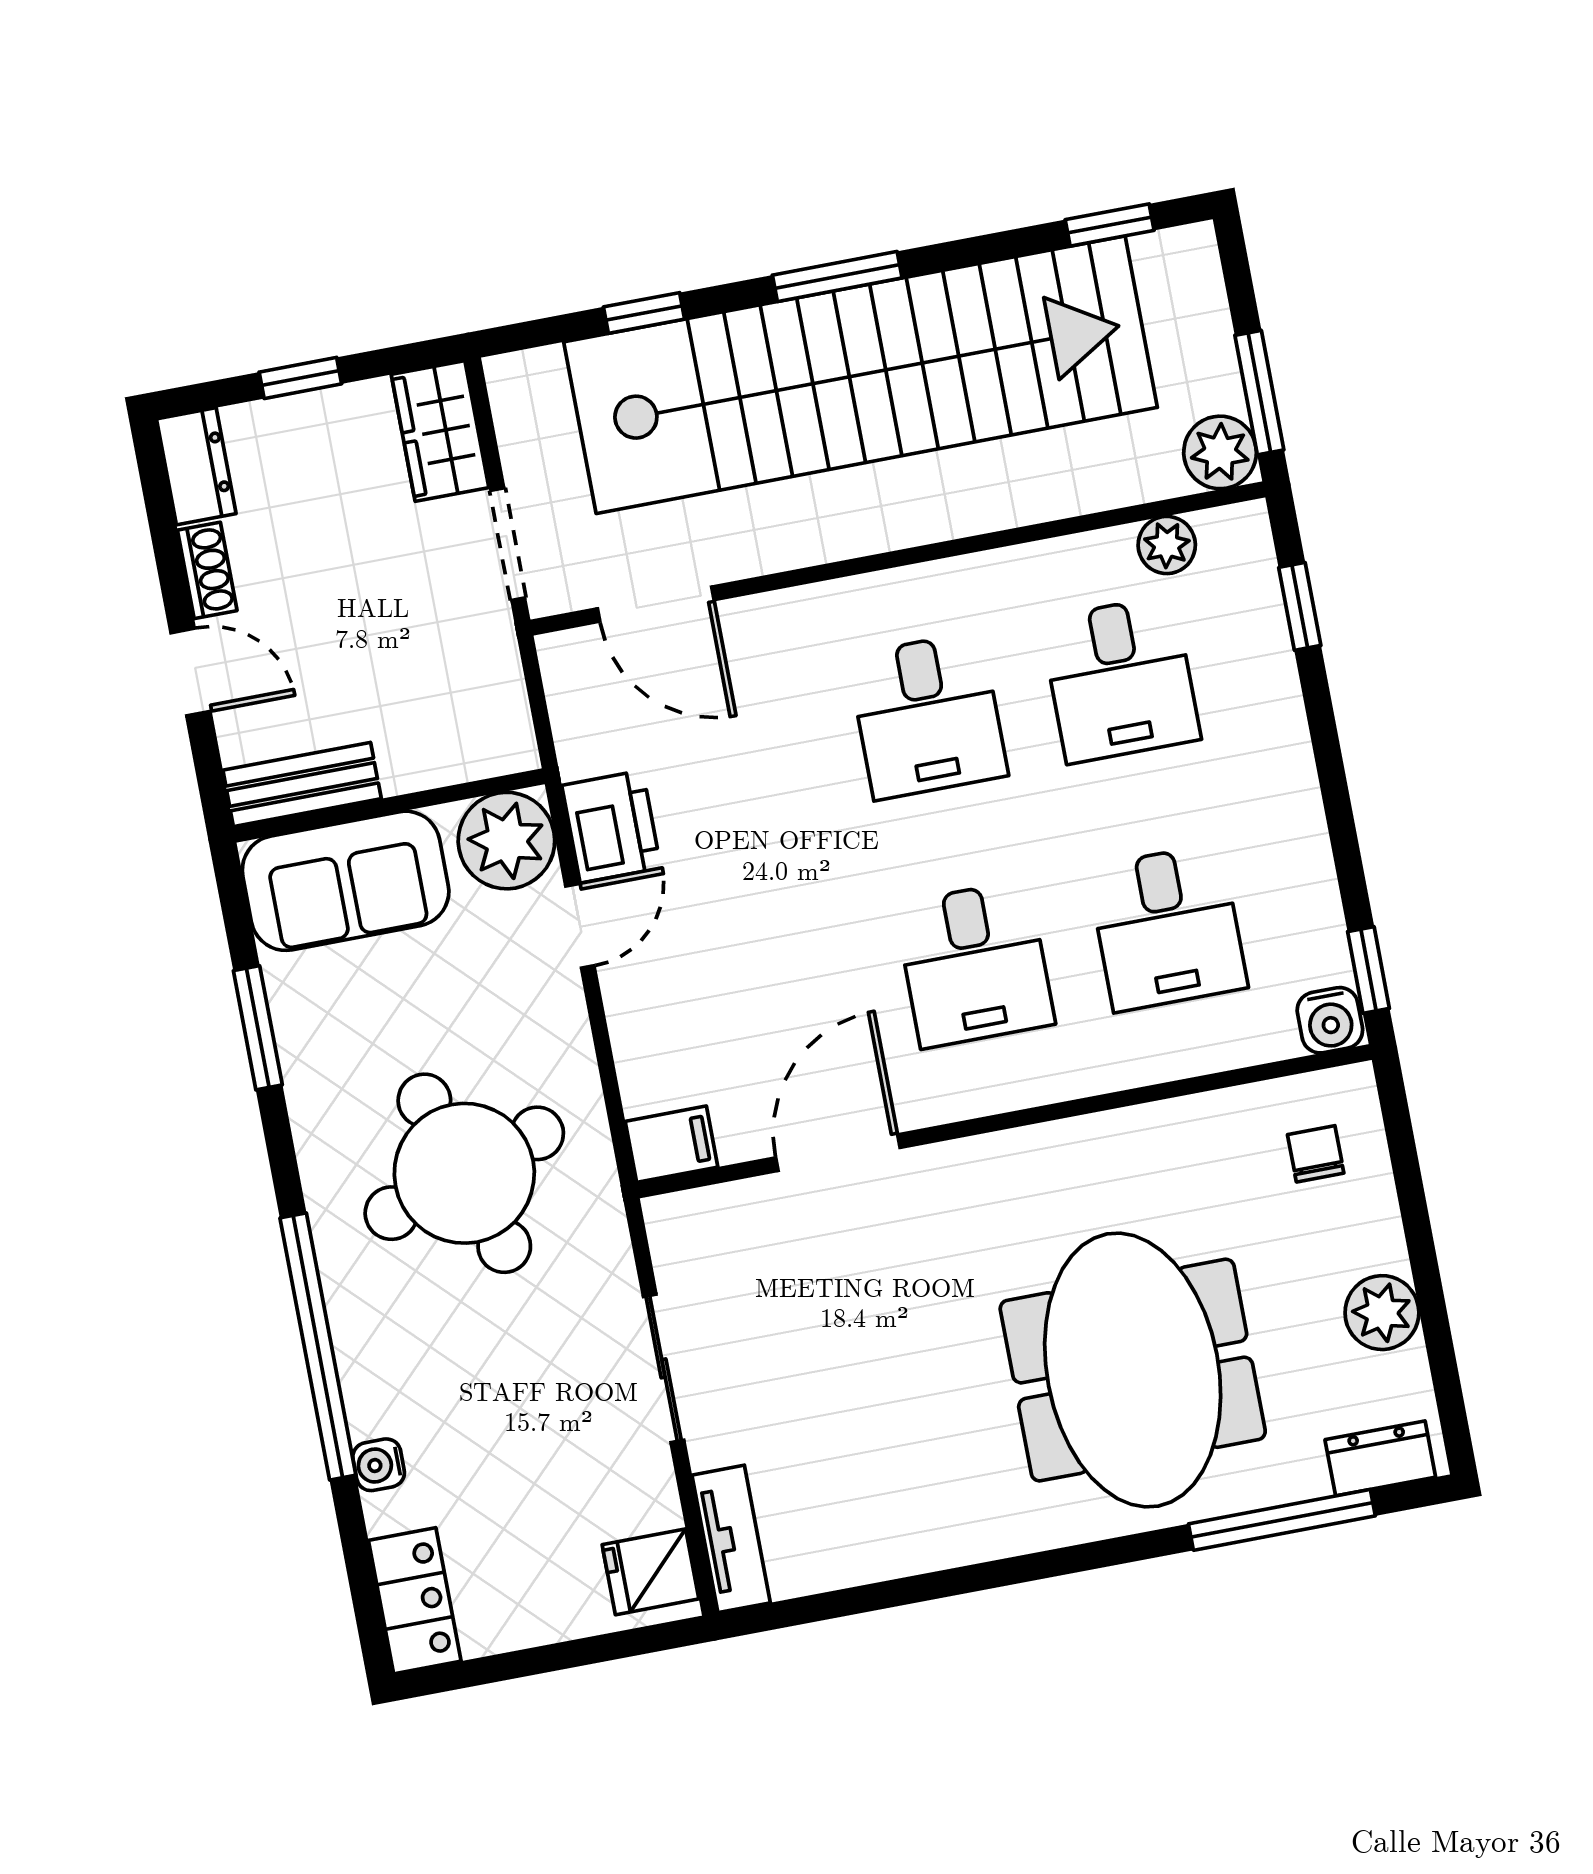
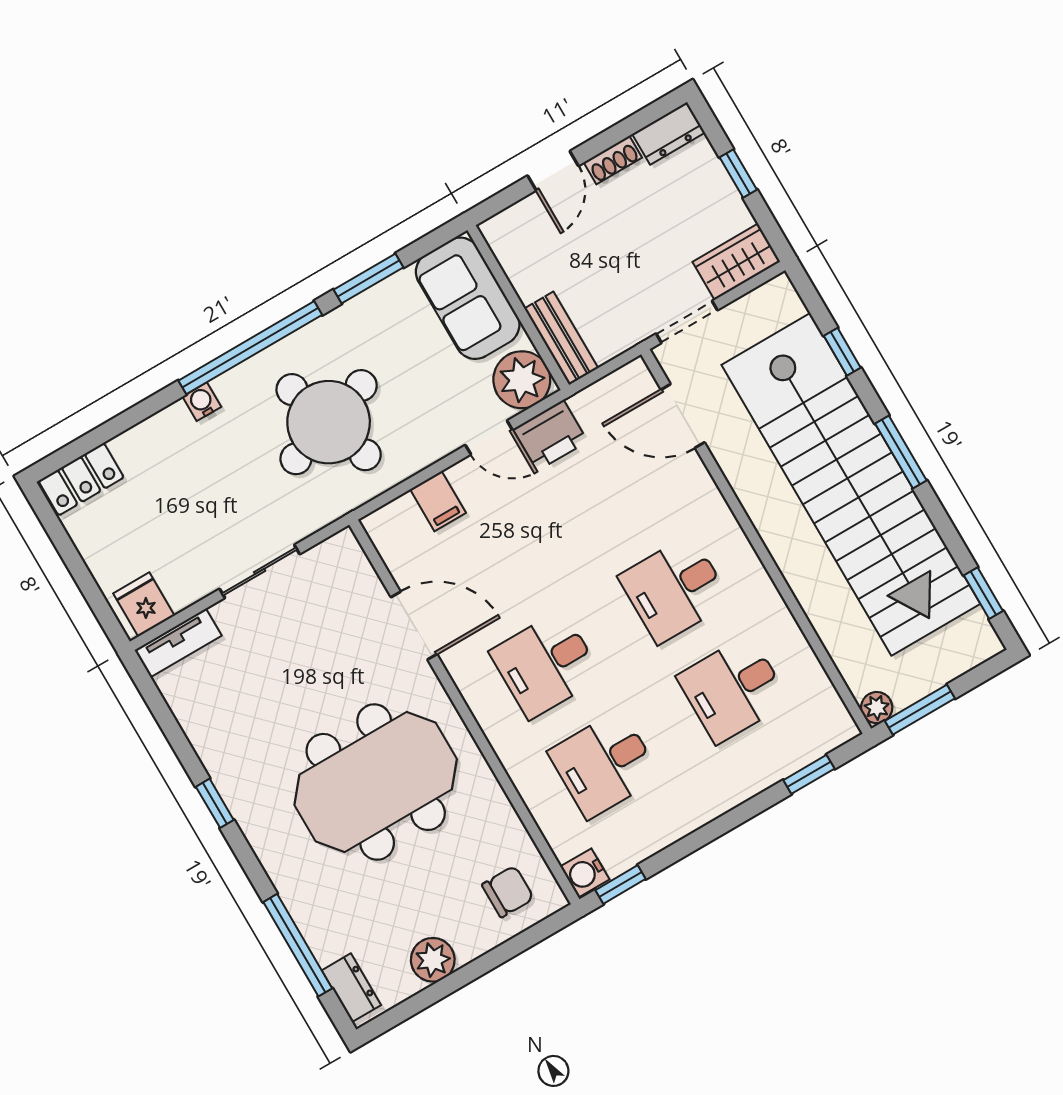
plant: (1220, 452) -> (877, 708), width x0.73, depth x0.73
plant: (1167, 545) -> (817, 688), removed
door: (656, 604) -> (683, 416), hinge flipped
bench: (302, 784) -> (561, 338), moved
filing cabinet: (672, 1144) -> (438, 501), moved
chair: (1316, 1154) -> (508, 892), width x1.37, depth x1.37
window: (318, 1347) -> (250, 348), moved
meeting table: (1133, 1370) -> (376, 782), moved
water cooler: (379, 1465) -> (202, 402), moved
window: (1008, 1572) -> (215, 803), added

